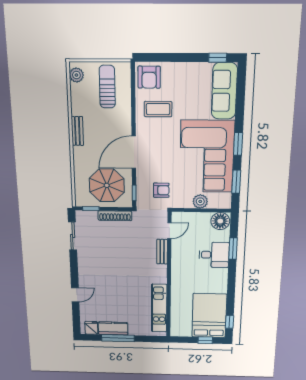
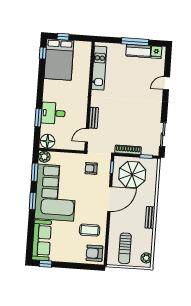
armchair: (149, 77) -> (94, 253), turned -90
plant: (200, 201) -> (44, 157), moved

